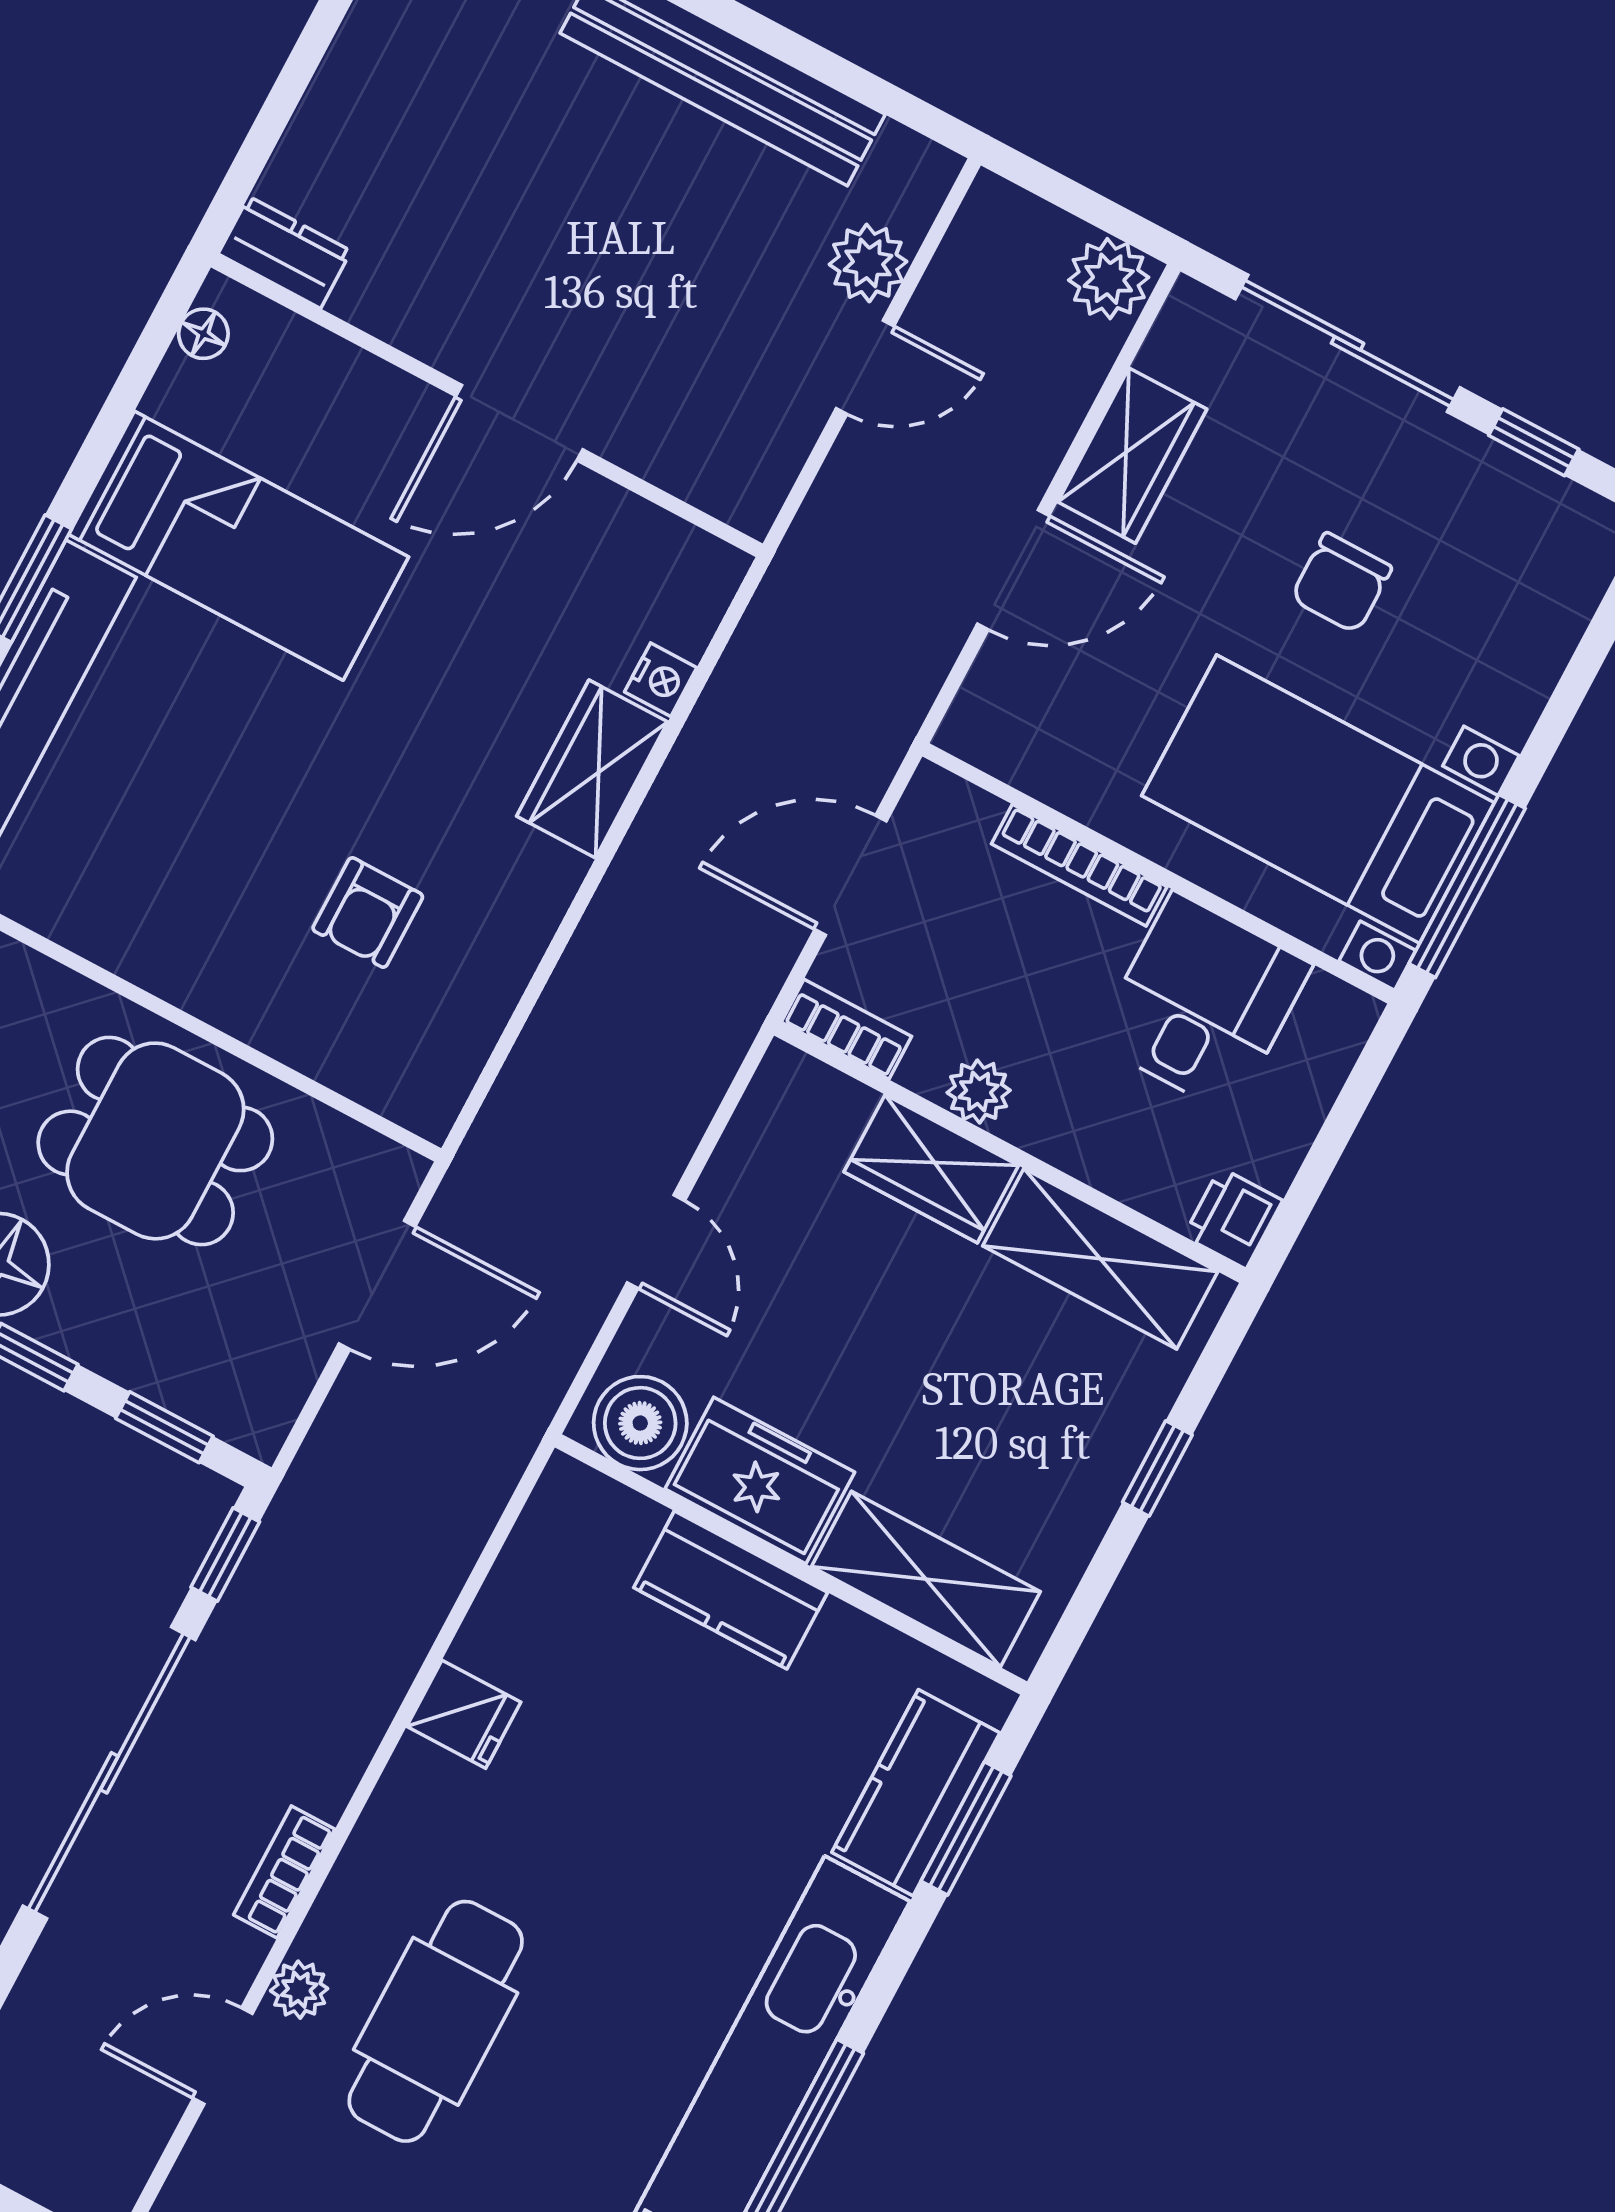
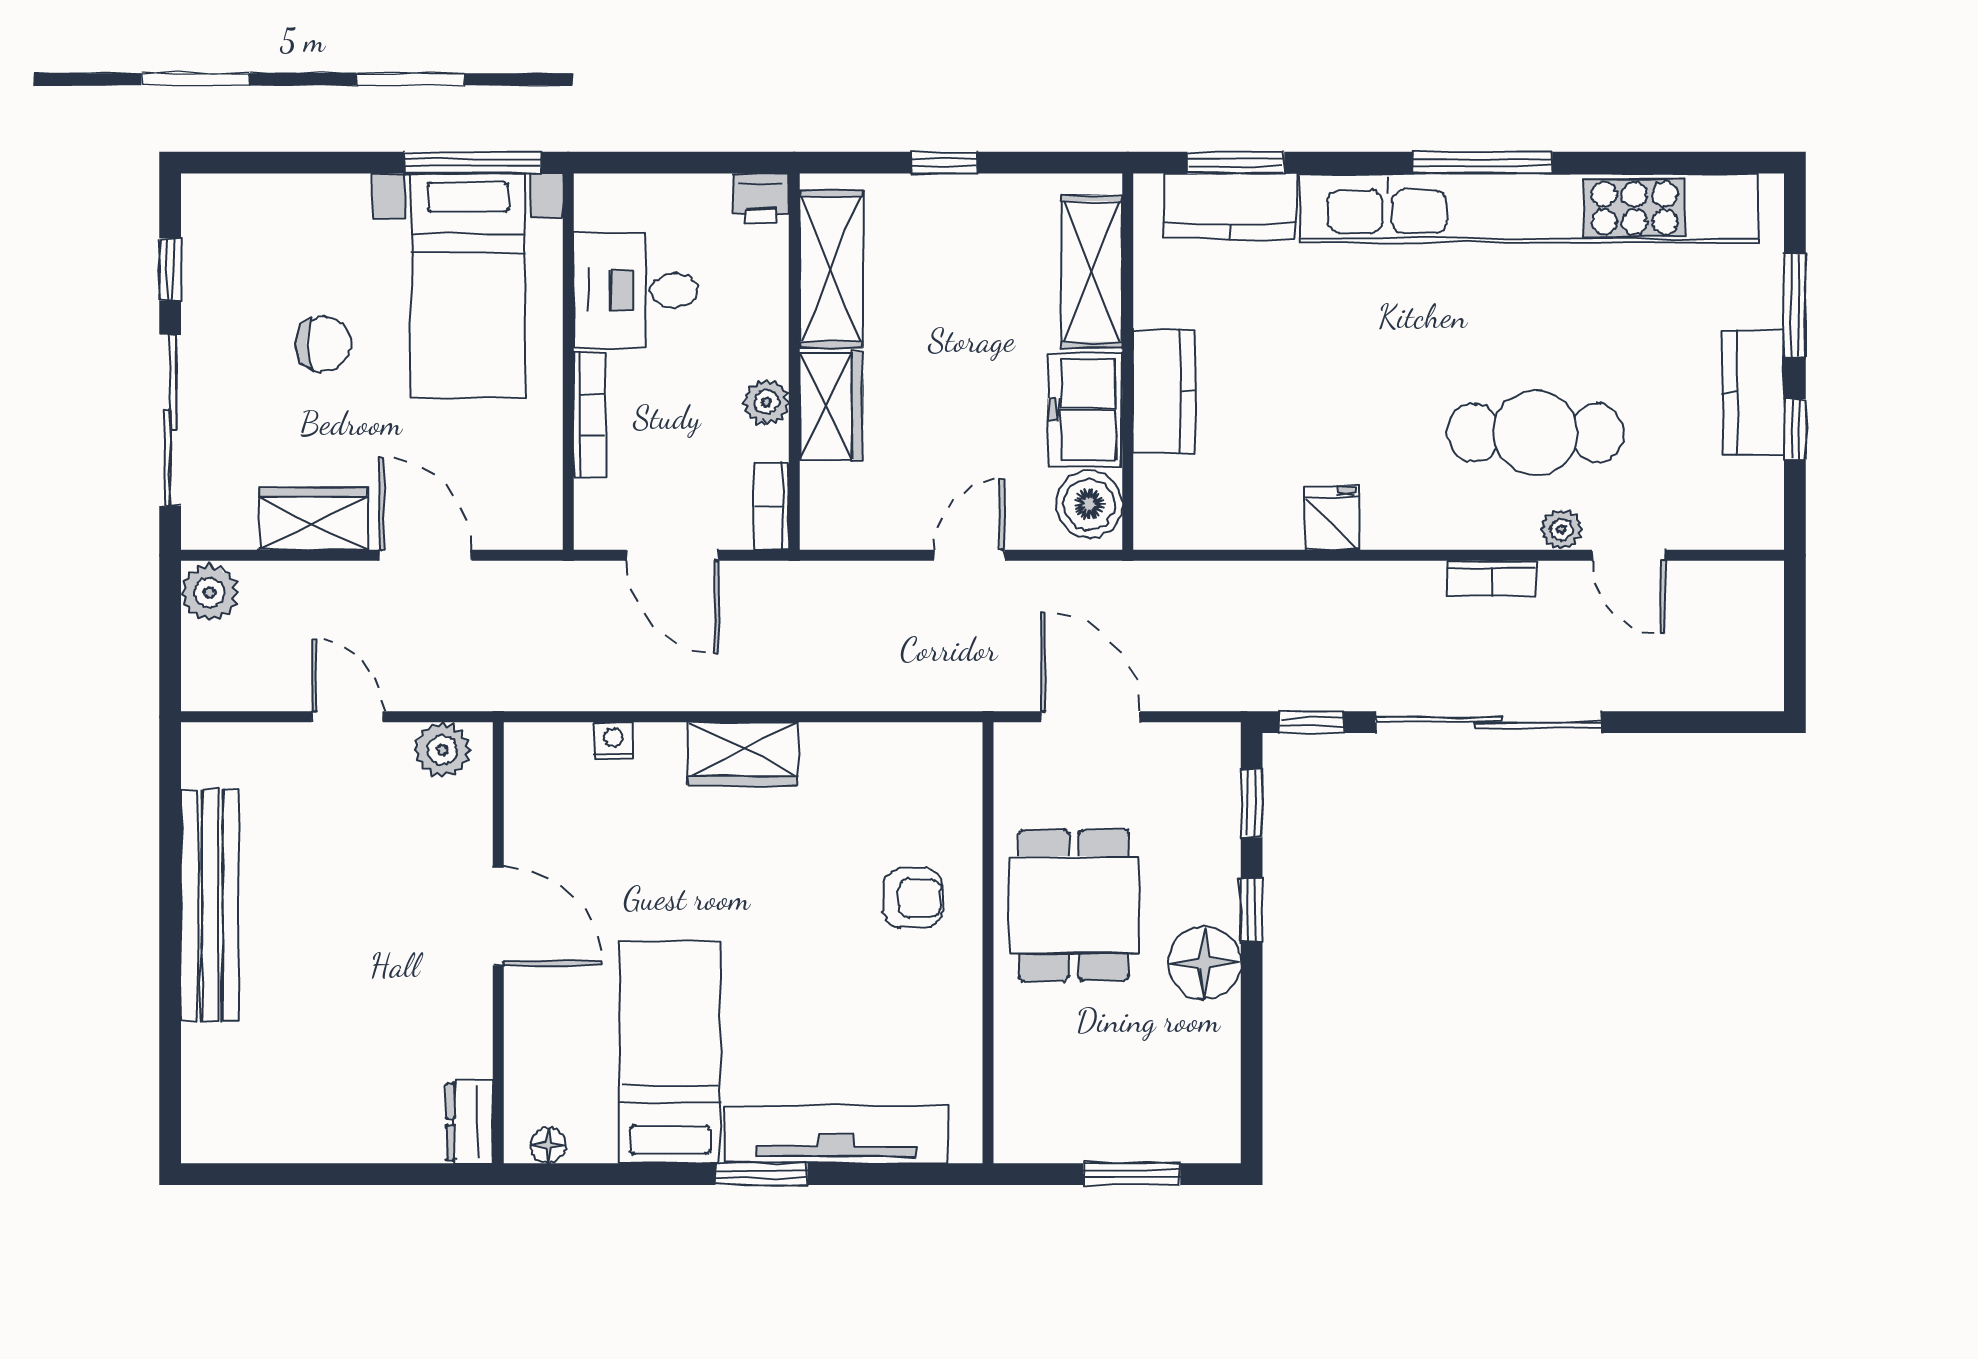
plant: (868, 263) -> (442, 750), moved
wardrobe: (592, 769) -> (743, 754), moved
armchair: (368, 913) -> (913, 898), moved

